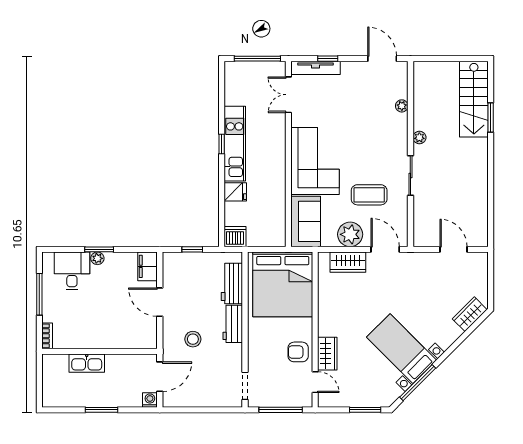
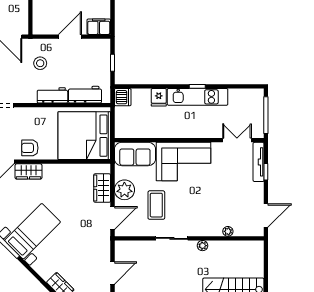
armchair: (298, 352) -> (30, 148), turned -90

